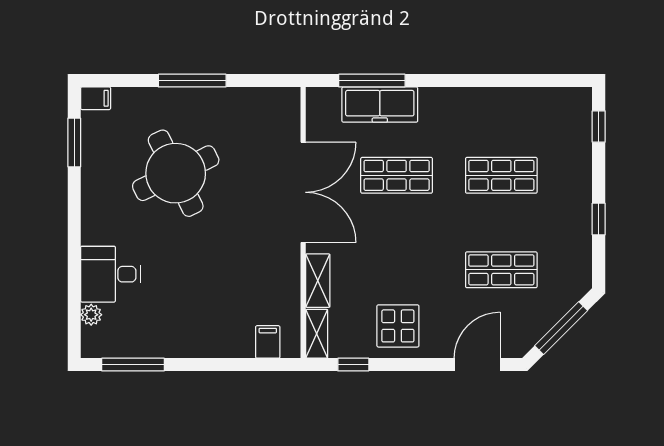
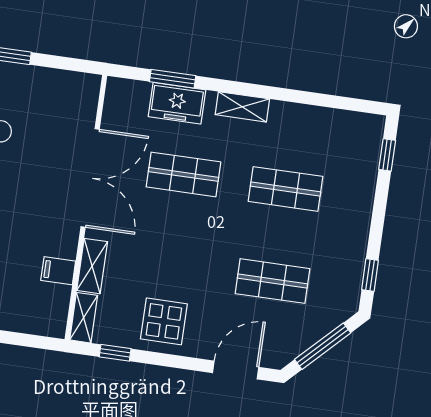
window: (372, 81) -> (173, 79), width x0.69
shelving: (446, 99) -> (242, 107), added
freezer: (380, 105) -> (177, 103), width x0.71
window: (599, 219) -> (370, 275), moved
filing cabinet: (268, 342) -> (58, 271), moved, turned -90

